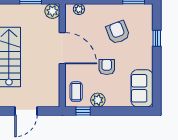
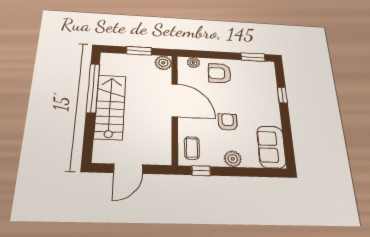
armchair: (118, 32) -> (220, 73), moved, turned -69
plant: (98, 100) -> (233, 159), moved

